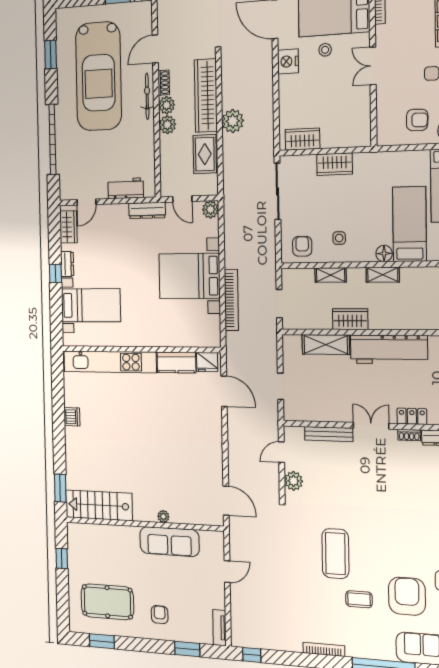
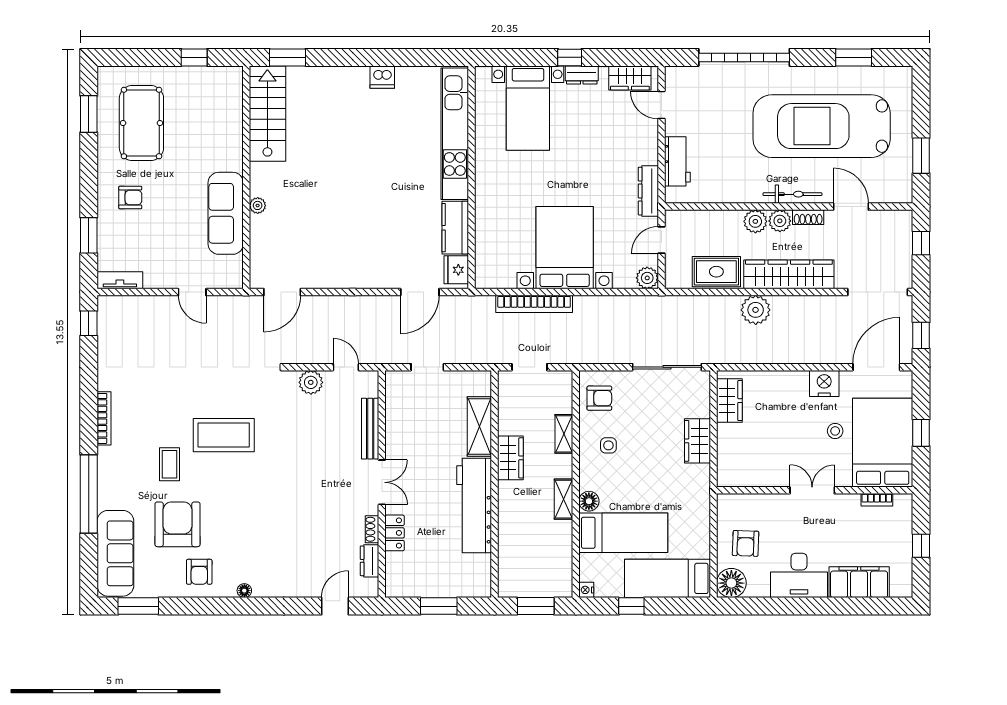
armchair: (407, 596) -> (178, 524), turned -90

